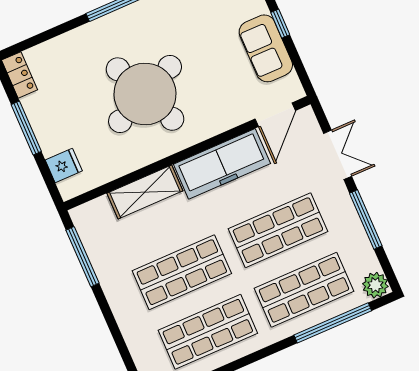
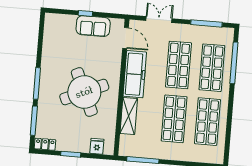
window: (50, 34) -> (34, 121), added
window: (26, 128) -> (71, 154), width x0.69
window: (366, 219) -> (206, 23), moved
plant: (375, 285) -> (227, 34), removed

